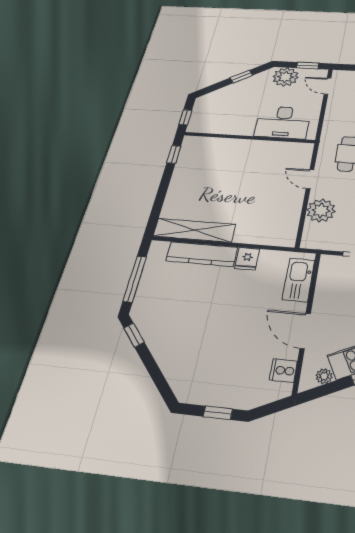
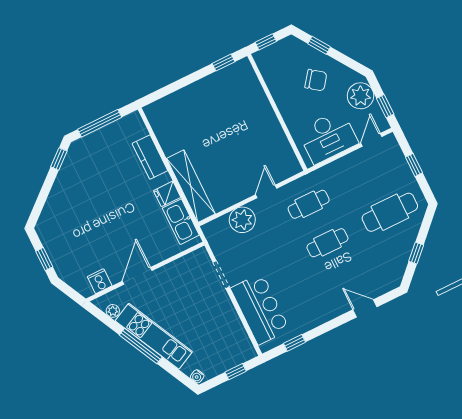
window: (241, 77) -> (319, 45), moved
chair: (247, 99) -> (316, 80), added
desk: (283, 122) -> (328, 137), moved, turned -90
shelving: (194, 230) -> (191, 186), moved
kitchen counter: (202, 254) -> (150, 157), width x0.67
kitchen sink: (299, 280) -> (181, 222), moved, turned -90

